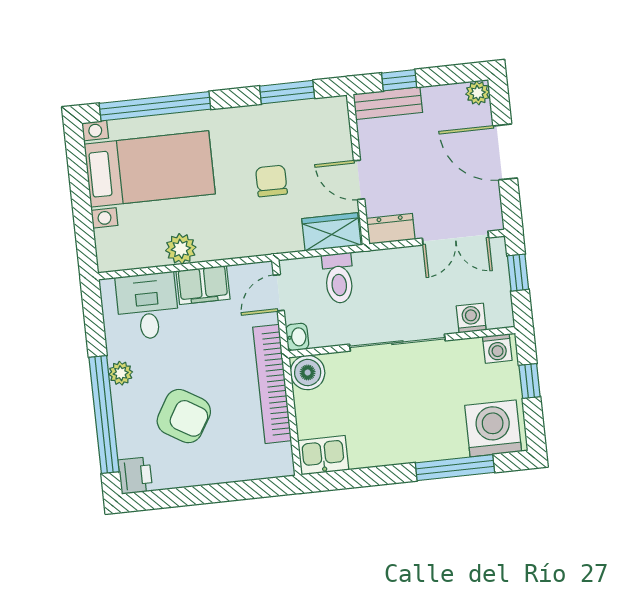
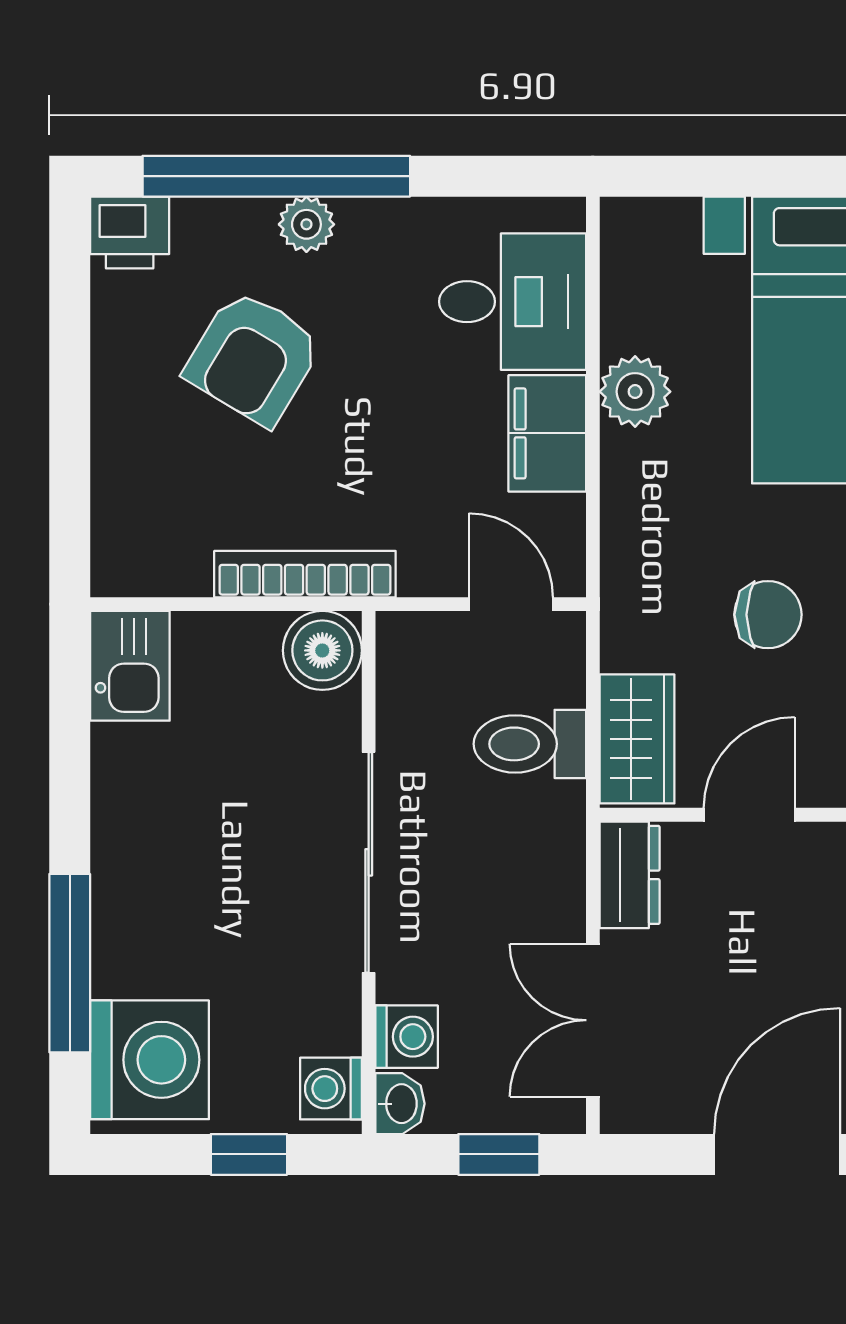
washbasin: (297, 337) -> (400, 1104), moved, turned -90
plant: (121, 373) -> (306, 224), moved
bookcase: (272, 384) -> (305, 574), width x0.68, depth x0.76

